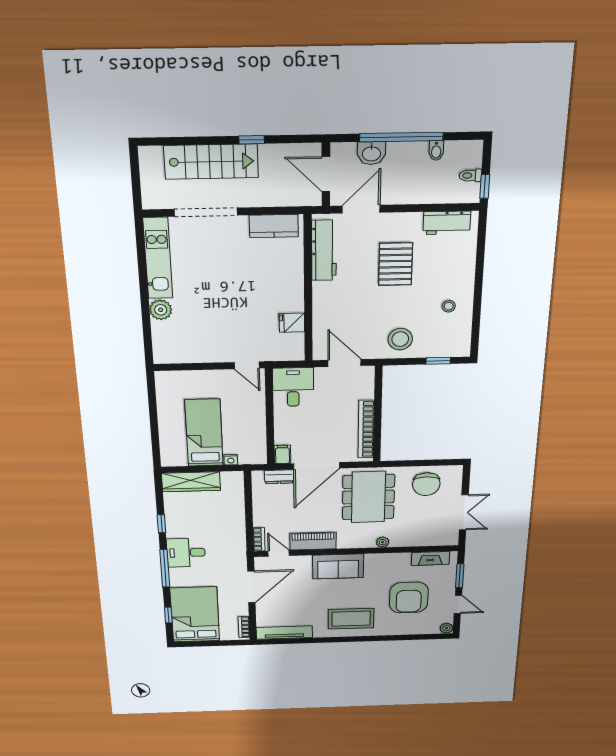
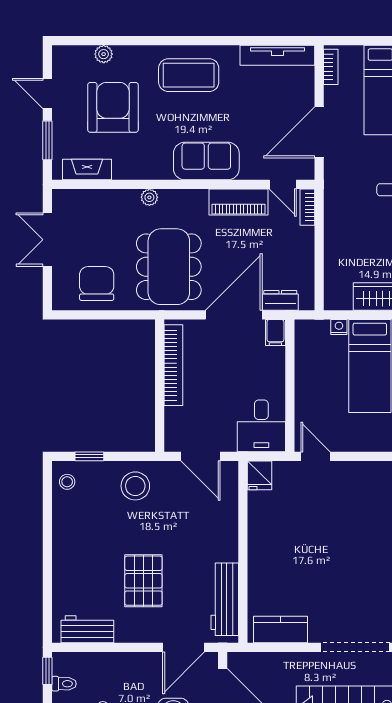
stool: (449, 306) -> (67, 482), moved
fridge: (292, 323) -> (259, 475), moved, turned 90
plant: (446, 628) -> (104, 54), moved

